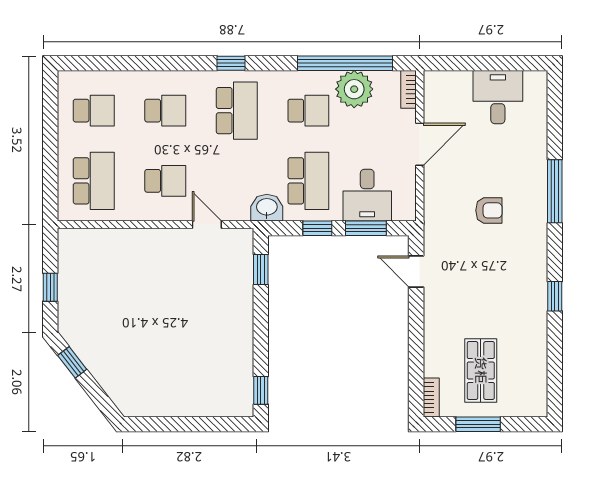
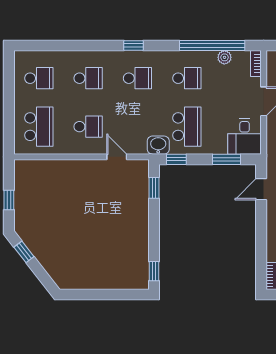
plant: (354, 89) -> (224, 57), width x0.53, depth x0.53
school desk: (237, 111) -> (137, 78), width x0.54
desk: (367, 195) -> (245, 136), moved
window: (317, 228) -> (176, 159), moved
door: (416, 271) -> (261, 189), hinge flipped

